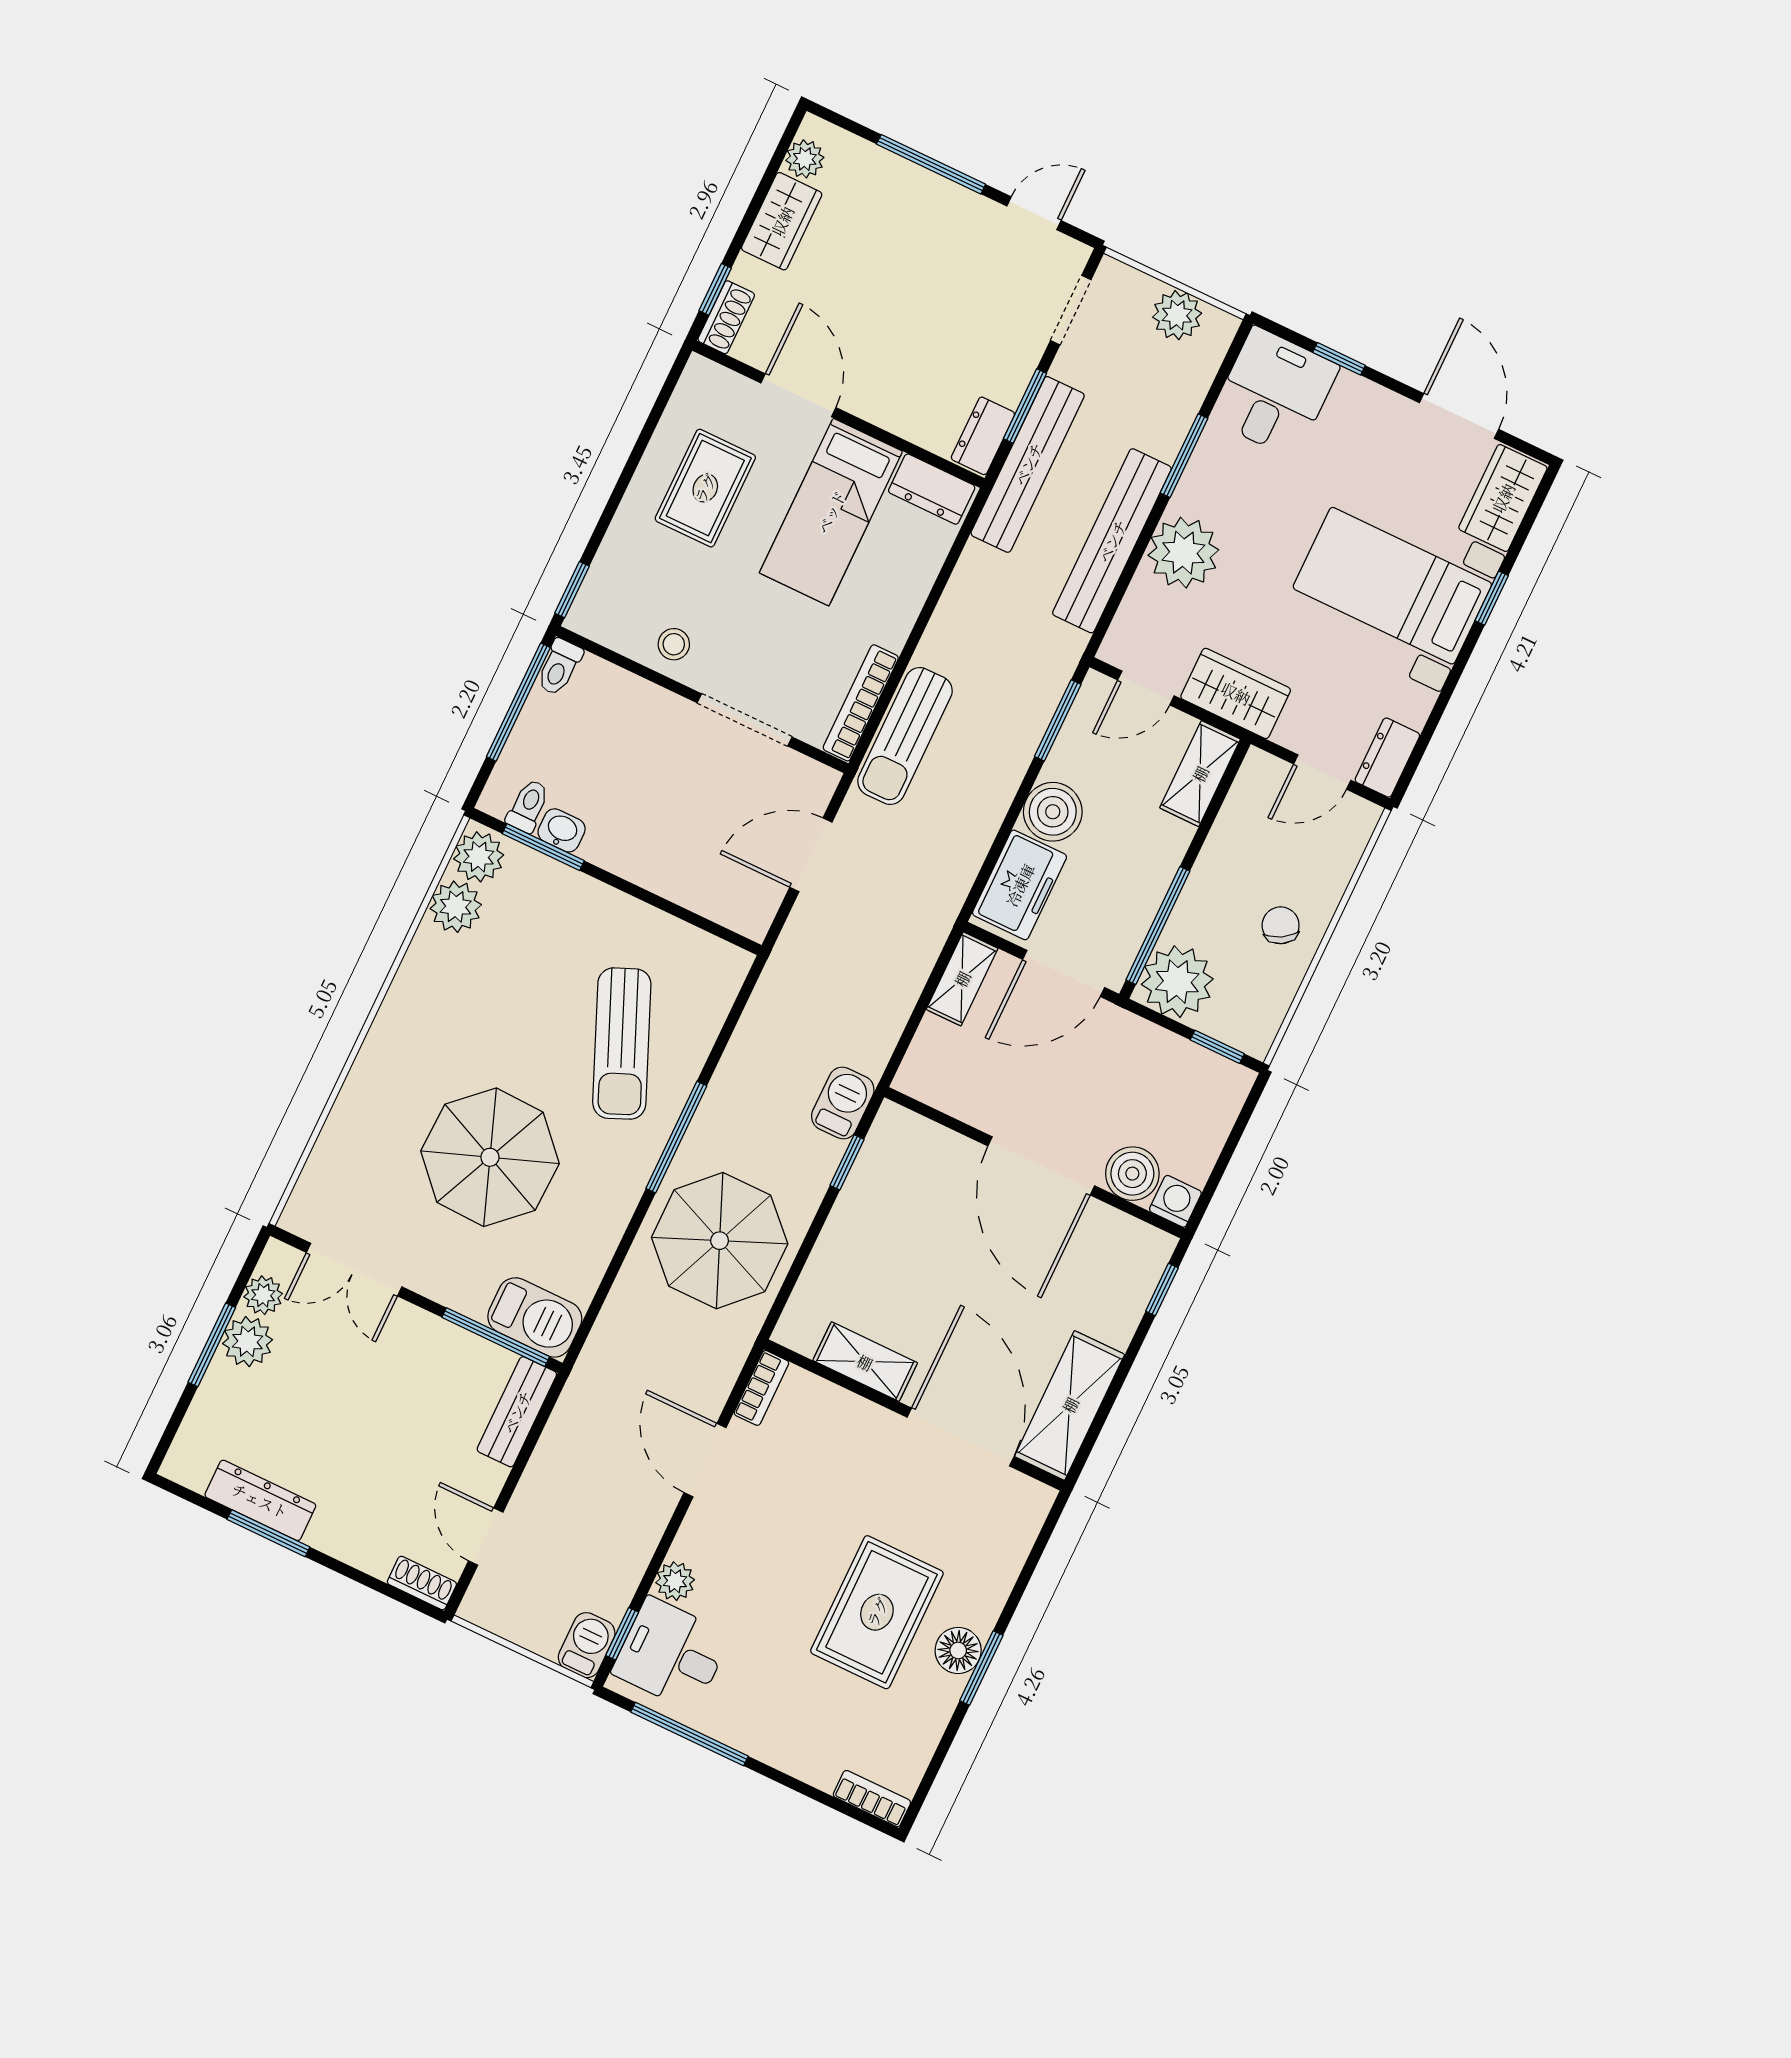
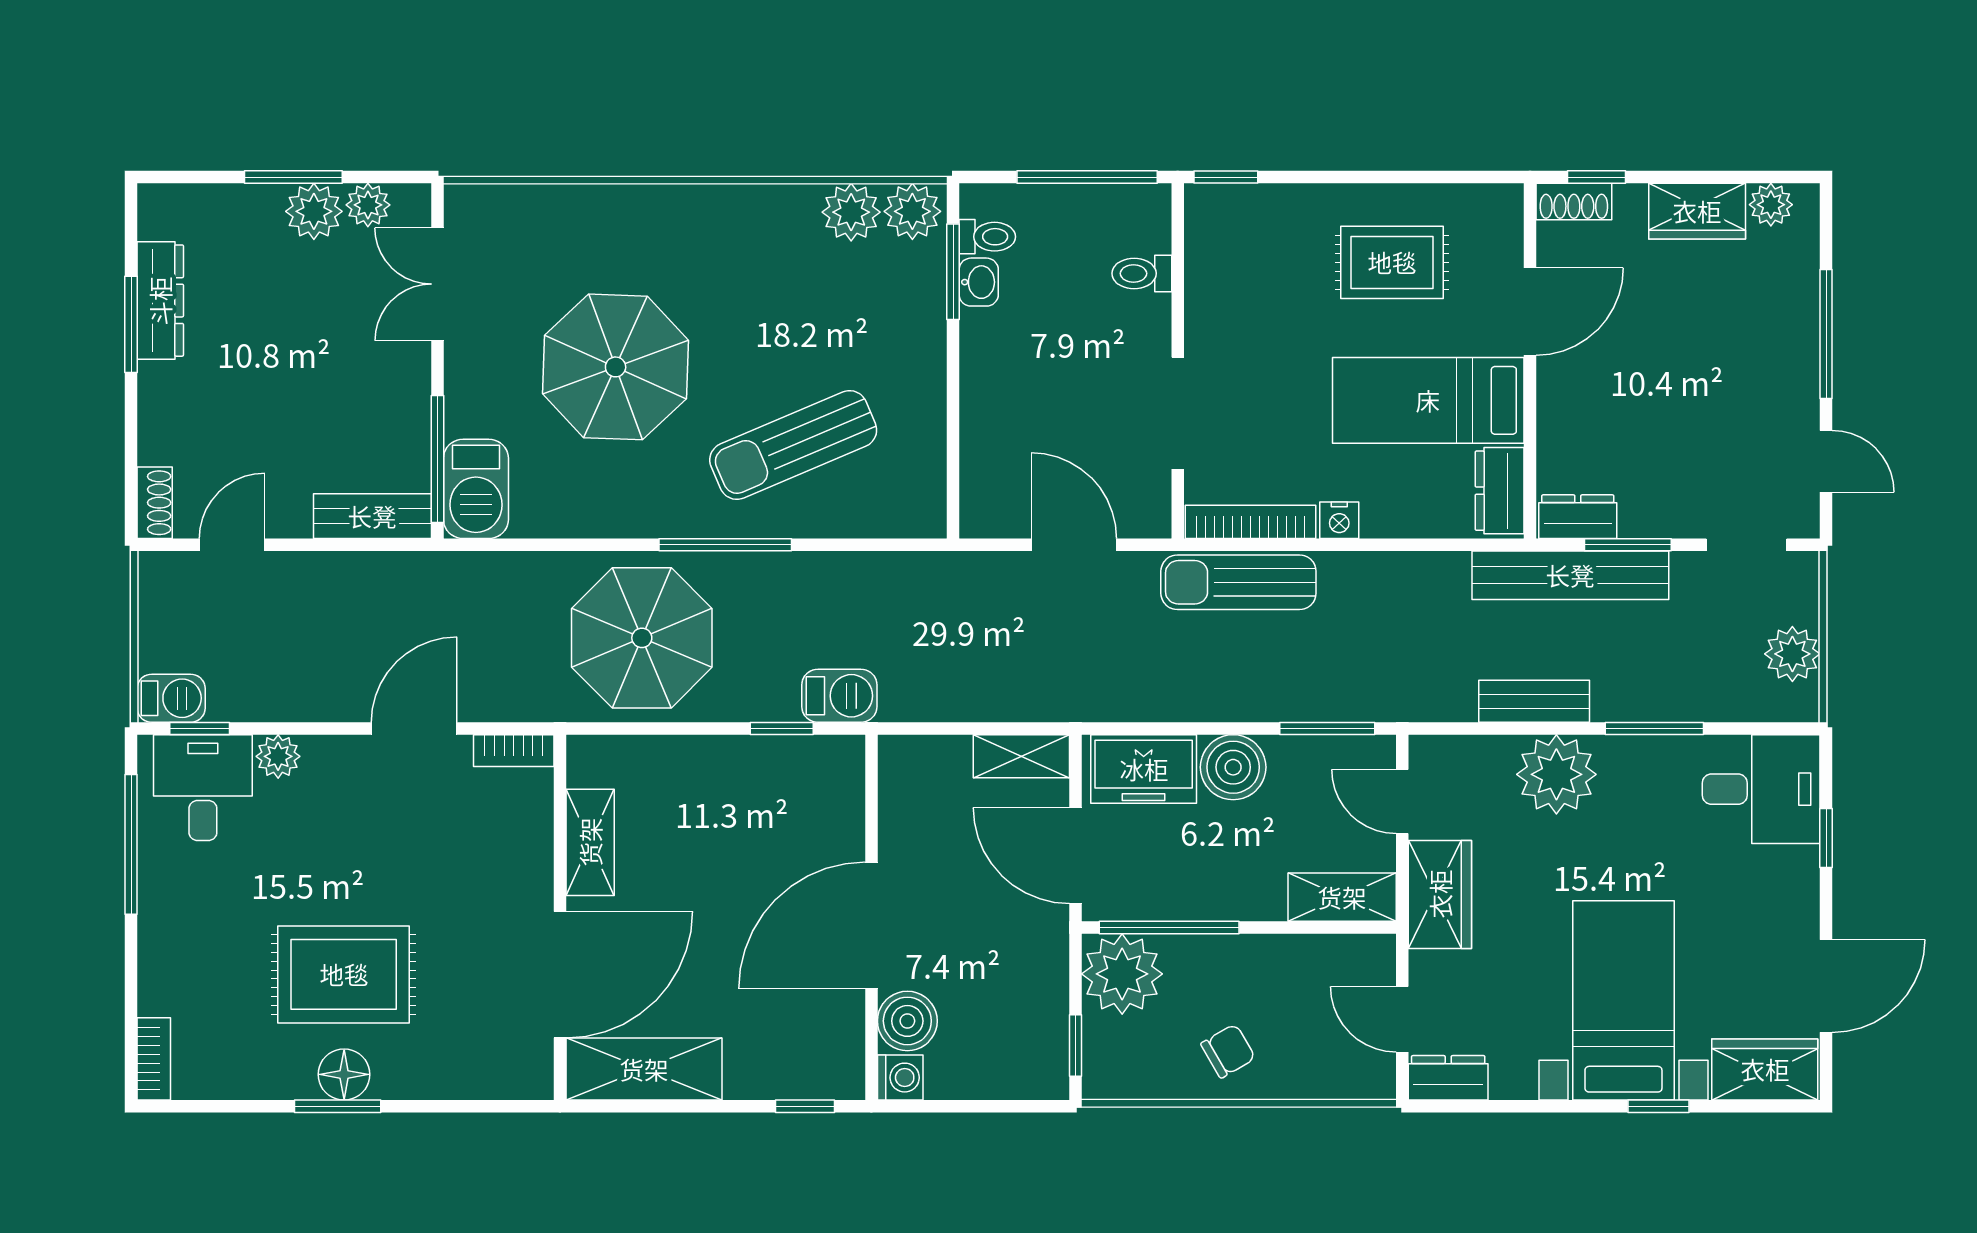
bench: (1112, 541) -> (1534, 701), width x0.54, depth x0.82
nightstand: (894, 630) -> (1339, 520), added
stool: (674, 644) -> (1220, 306), removed
toilet: (559, 667) -> (1142, 273), moved

